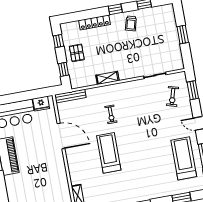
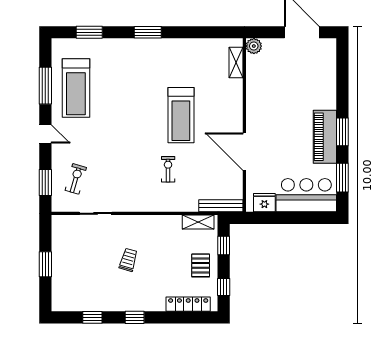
locker: (94, 22) -> (188, 304), moved
trolley: (131, 23) -> (128, 260), moved
shelving: (107, 78) -> (198, 222), moved

